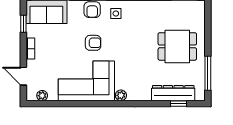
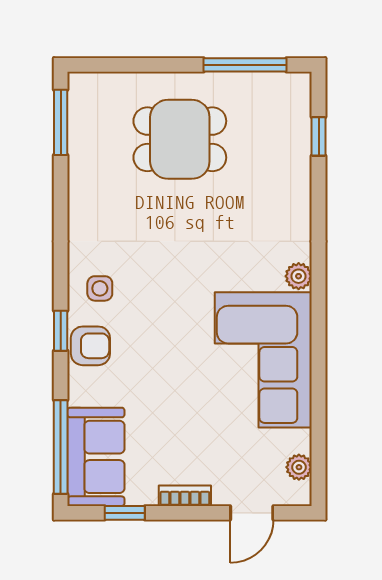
armchair: (93, 43) -> (171, 344), removed
dining table: (177, 46) -> (180, 139), turned 90
dresser: (173, 93) -> (293, 149), removed

